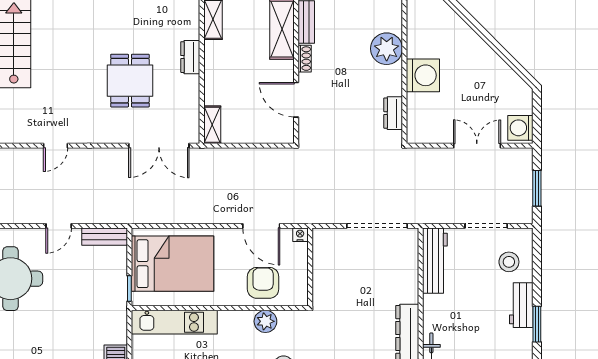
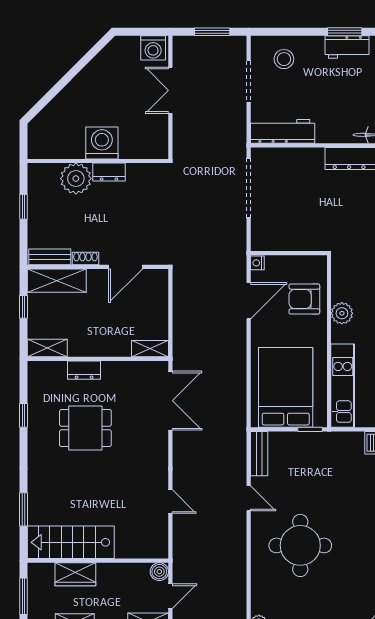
dining table: (130, 81) -> (85, 428), moved
dresser: (393, 113) -> (109, 172), moved
workbench: (521, 305) -> (347, 47), moved
plant: (265, 321) -> (342, 313), moved

